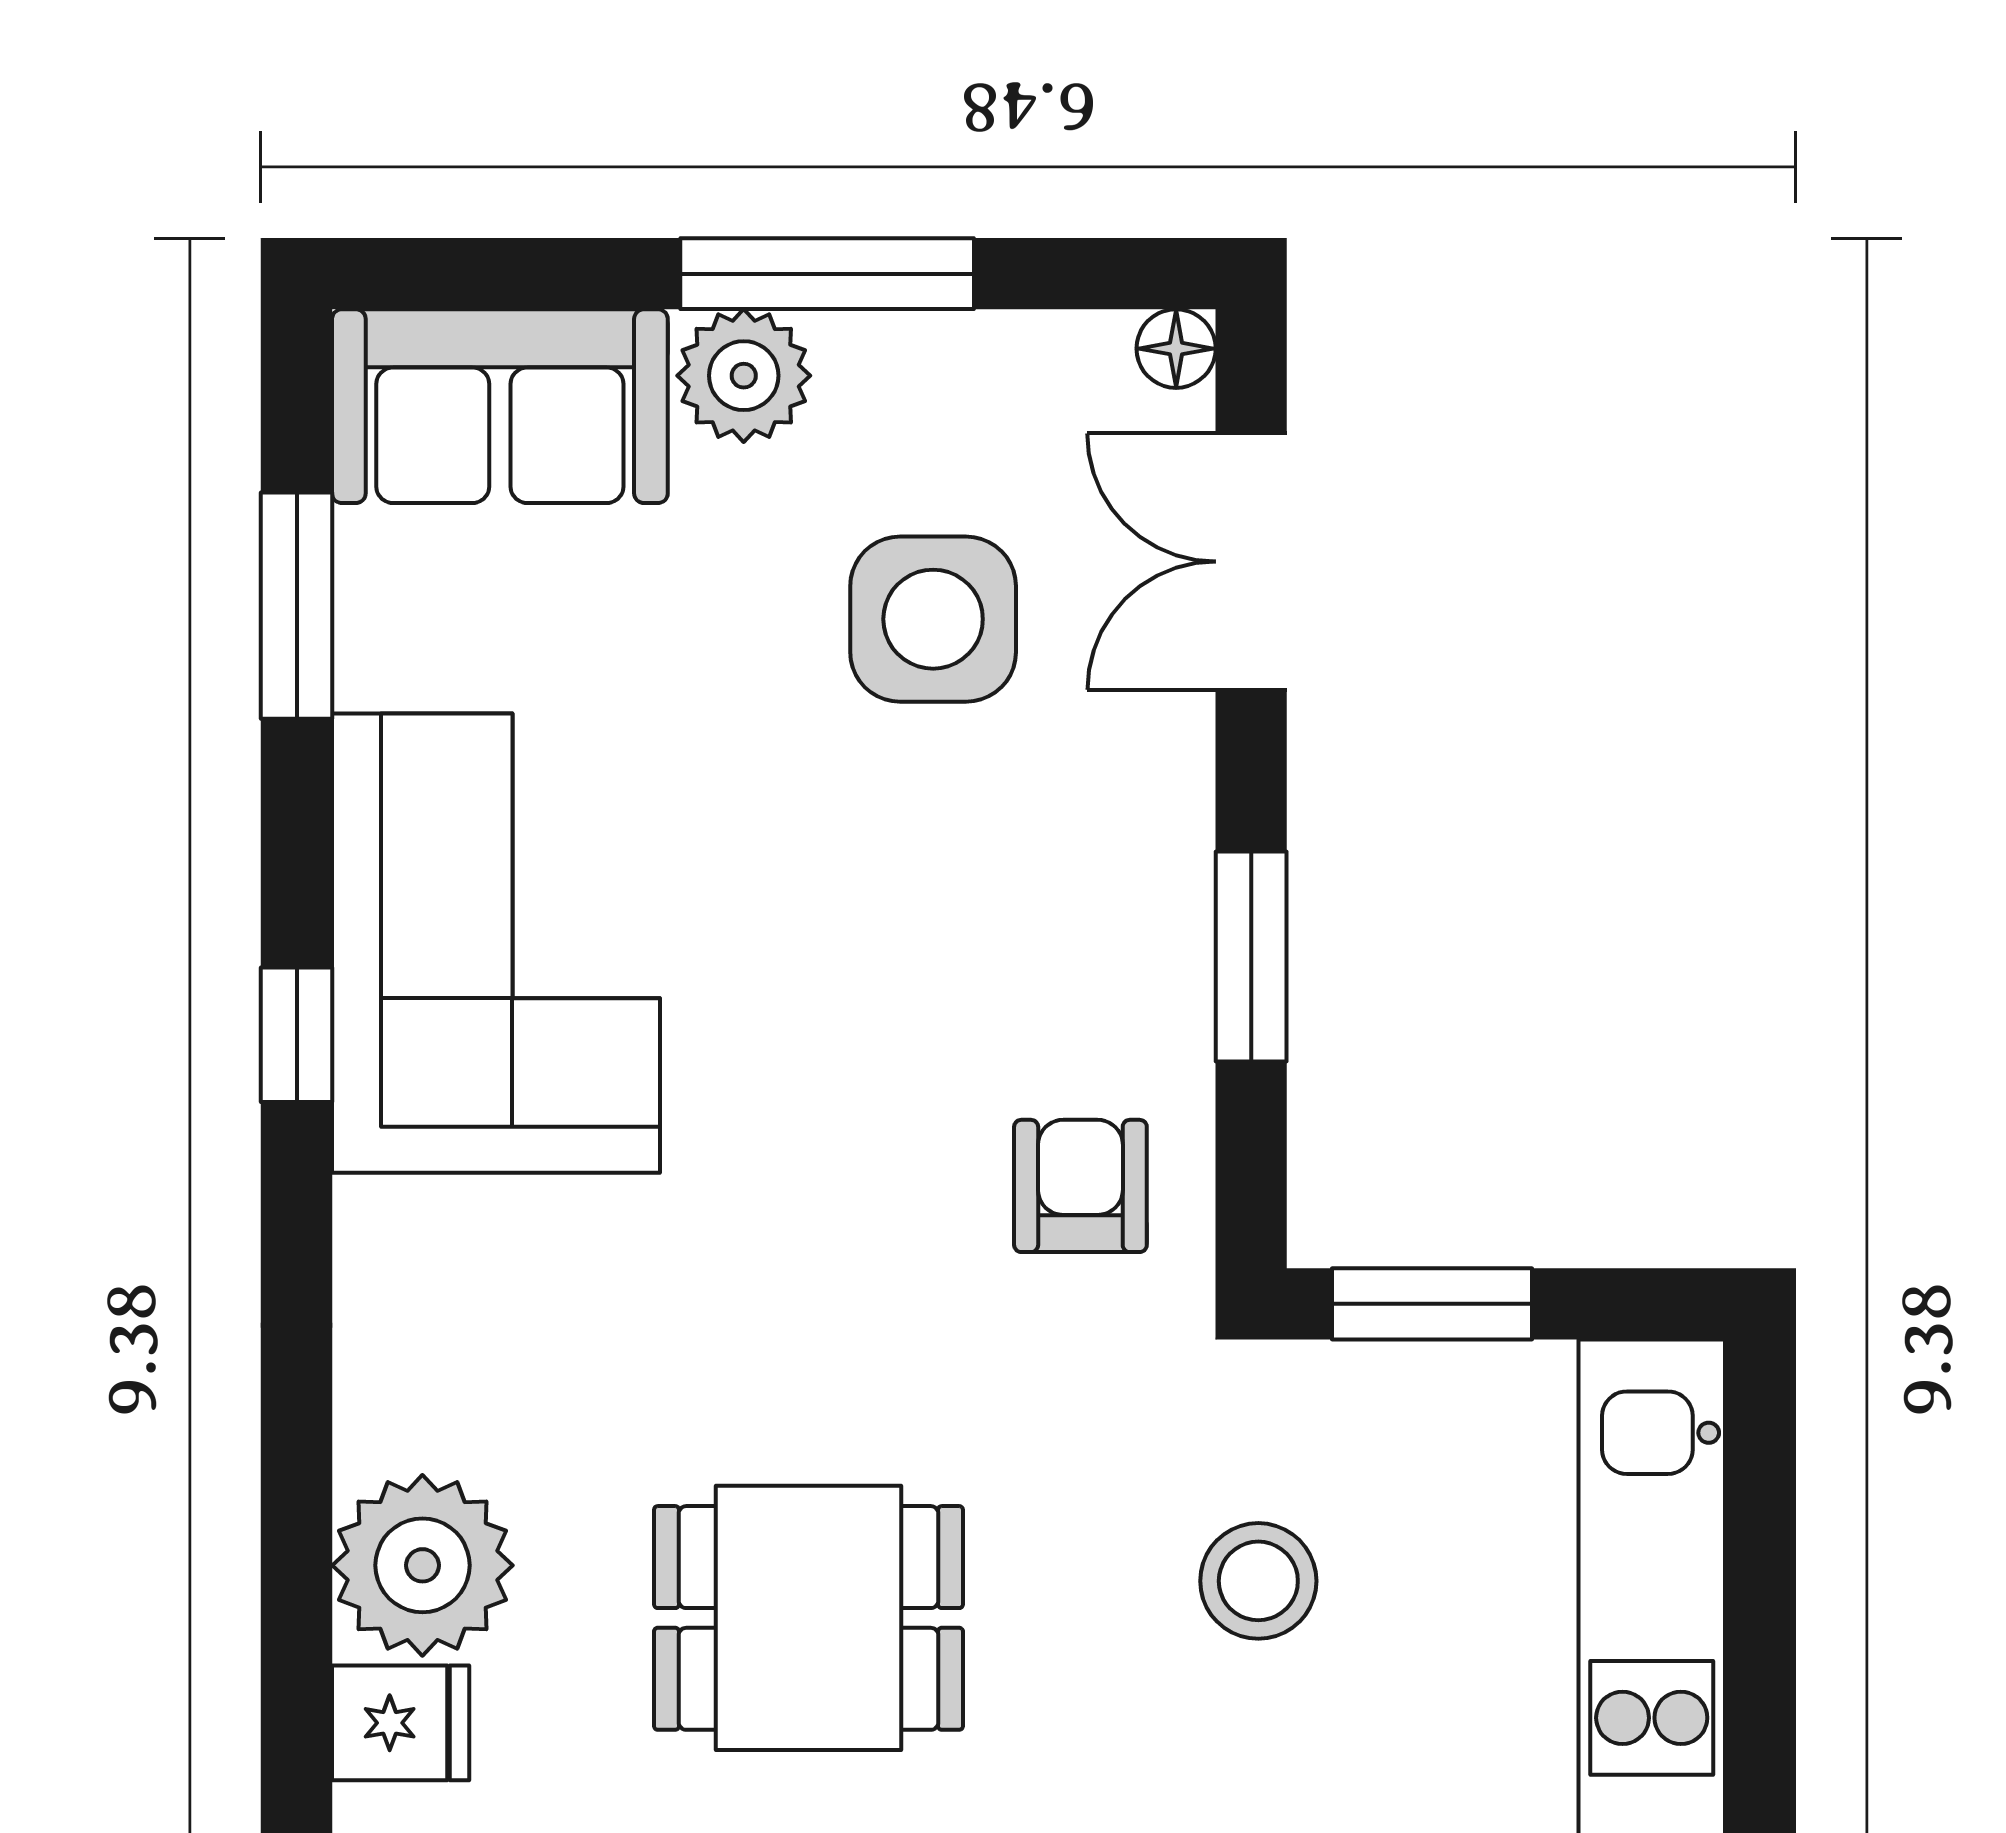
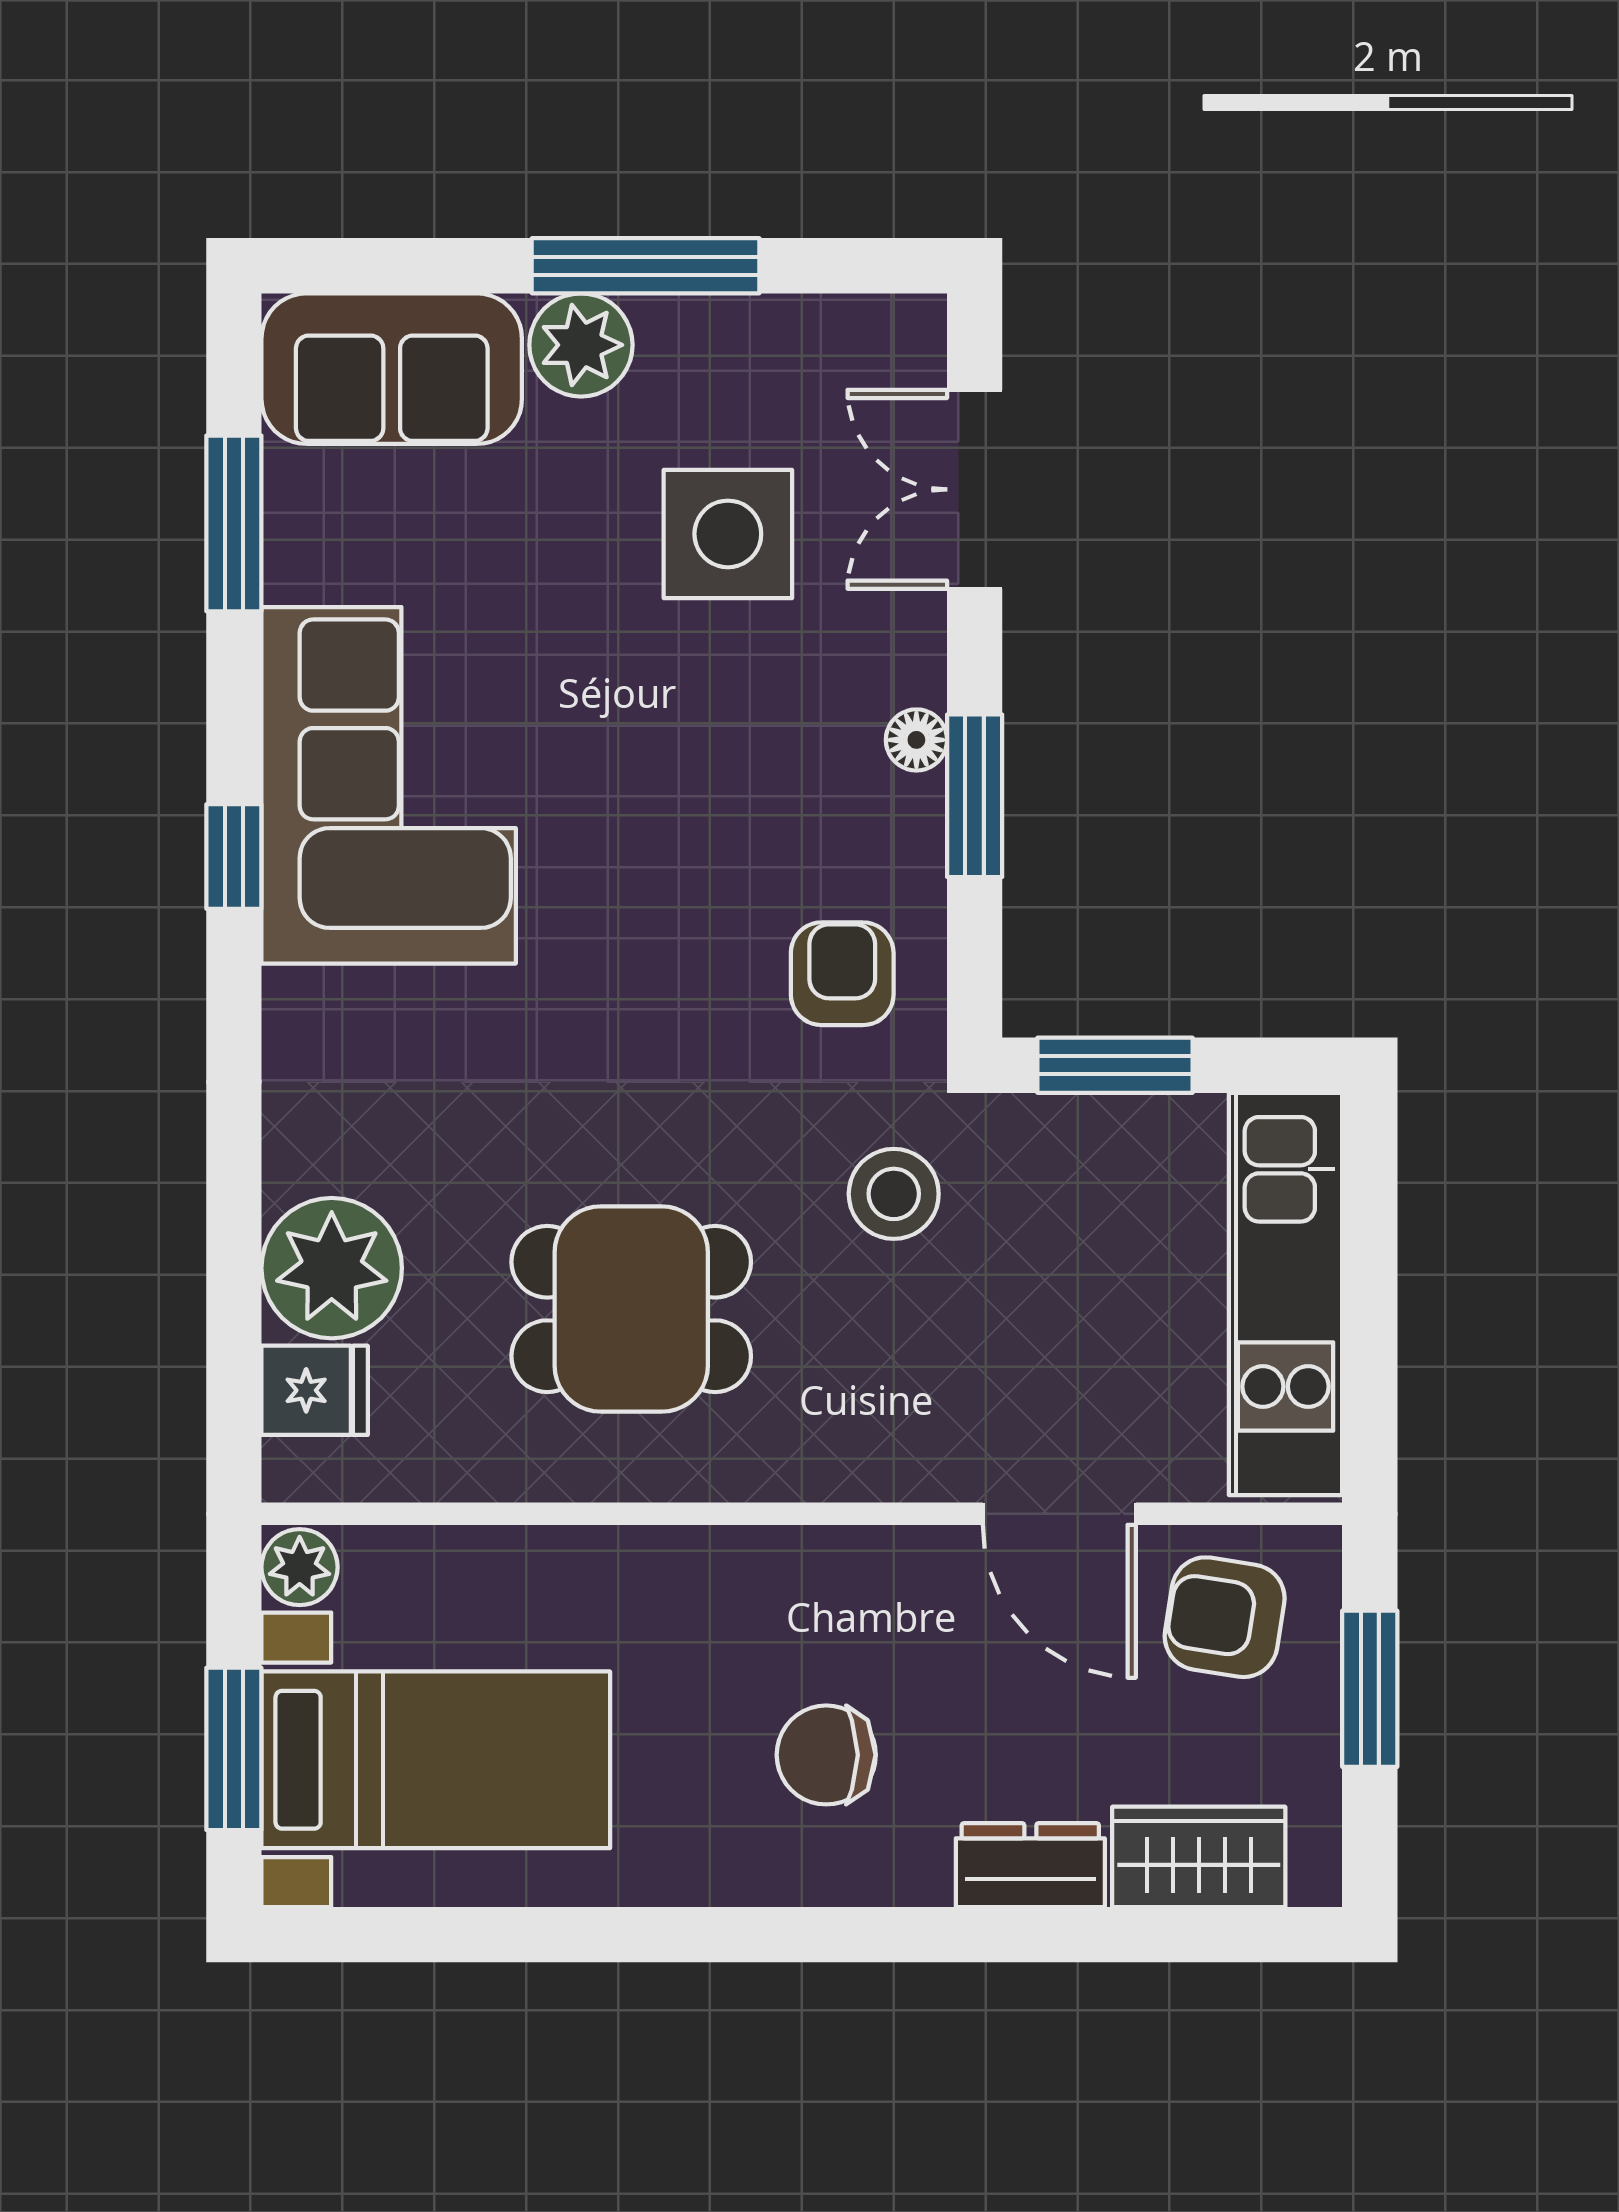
floor lamp: (1176, 349) -> (916, 740), moved
stool: (1258, 1581) -> (894, 1194), moved

